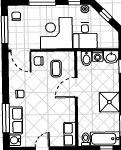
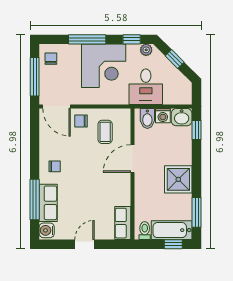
corner desk: (56, 33) -> (104, 66), moved, turned 180

